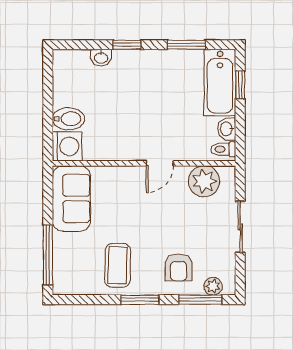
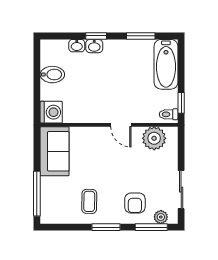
window: (240, 85) -> (181, 103), moved
bidet: (68, 119) -> (52, 75), moved
washbasin: (227, 129) -> (94, 46), moved, turned -90
door: (160, 163) -> (121, 125), hinge flipped
sliding door: (240, 227) -> (181, 190), moved
coffee table: (118, 265) -> (89, 201), width x0.73, depth x0.77

